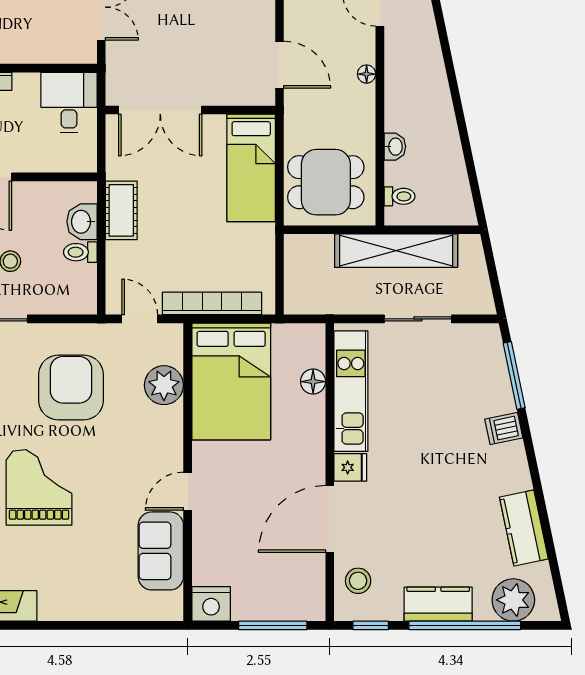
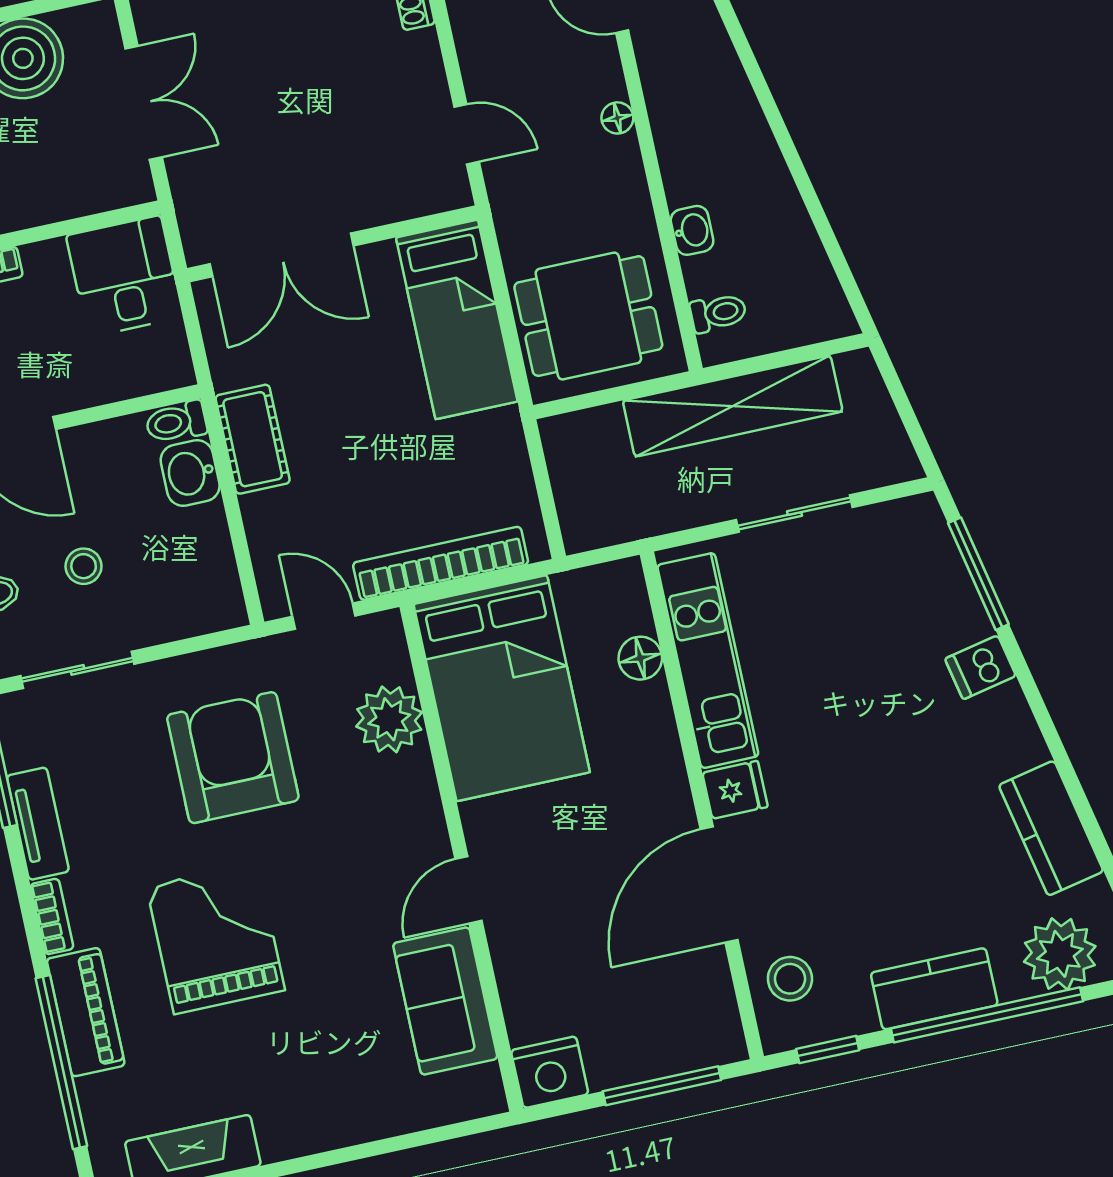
door: (280, 65) -> (467, 134), width x0.73
toilet: (80, 252) -> (176, 422), moved

